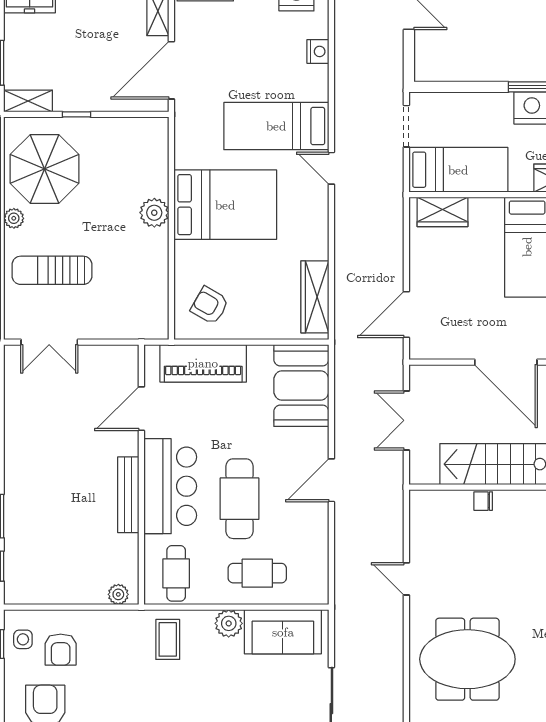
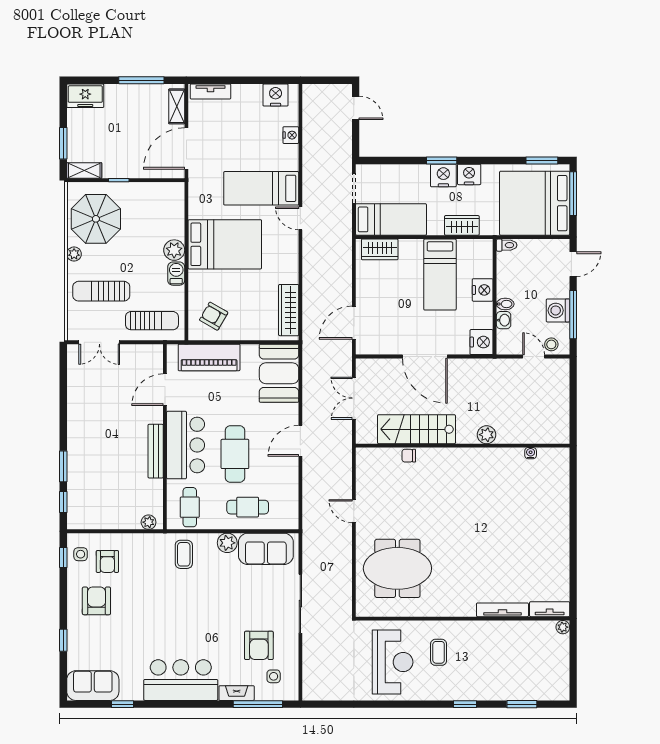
barbecue: (157, 246) -> (176, 274), added
sun lounger: (123, 312) -> (152, 321), added

